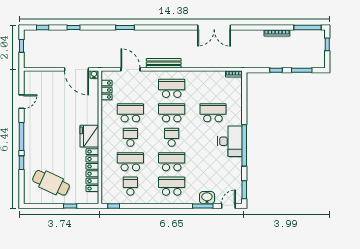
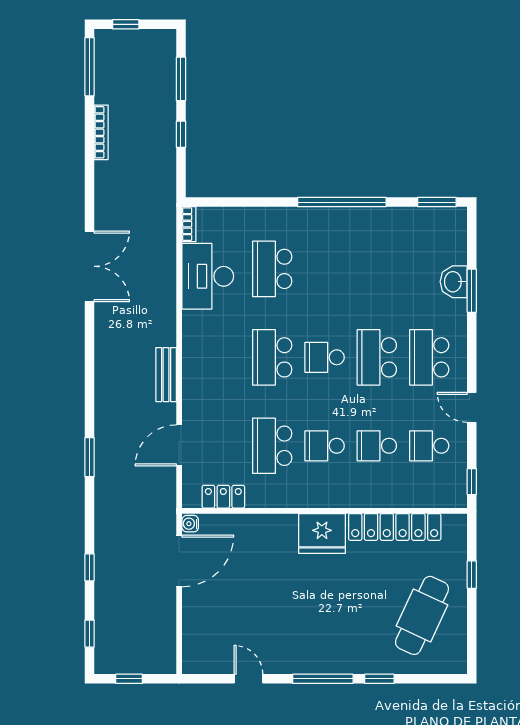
bench: (164, 63) -> (166, 375), width x0.73
school desk: (172, 88) -> (220, 357), removed
desk: (230, 141) -> (208, 276), moved, turned -90
school desk: (130, 162) -> (377, 446), width x0.54
door: (228, 206) -> (472, 407), moved

